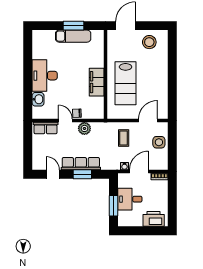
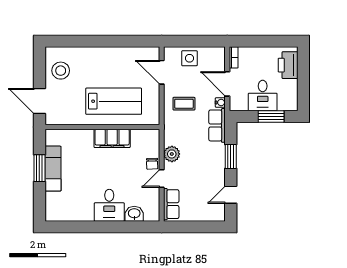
desk: (45, 76) -> (109, 205), width x0.73
row of seats: (81, 164) -> (217, 125), moved, width x0.68

